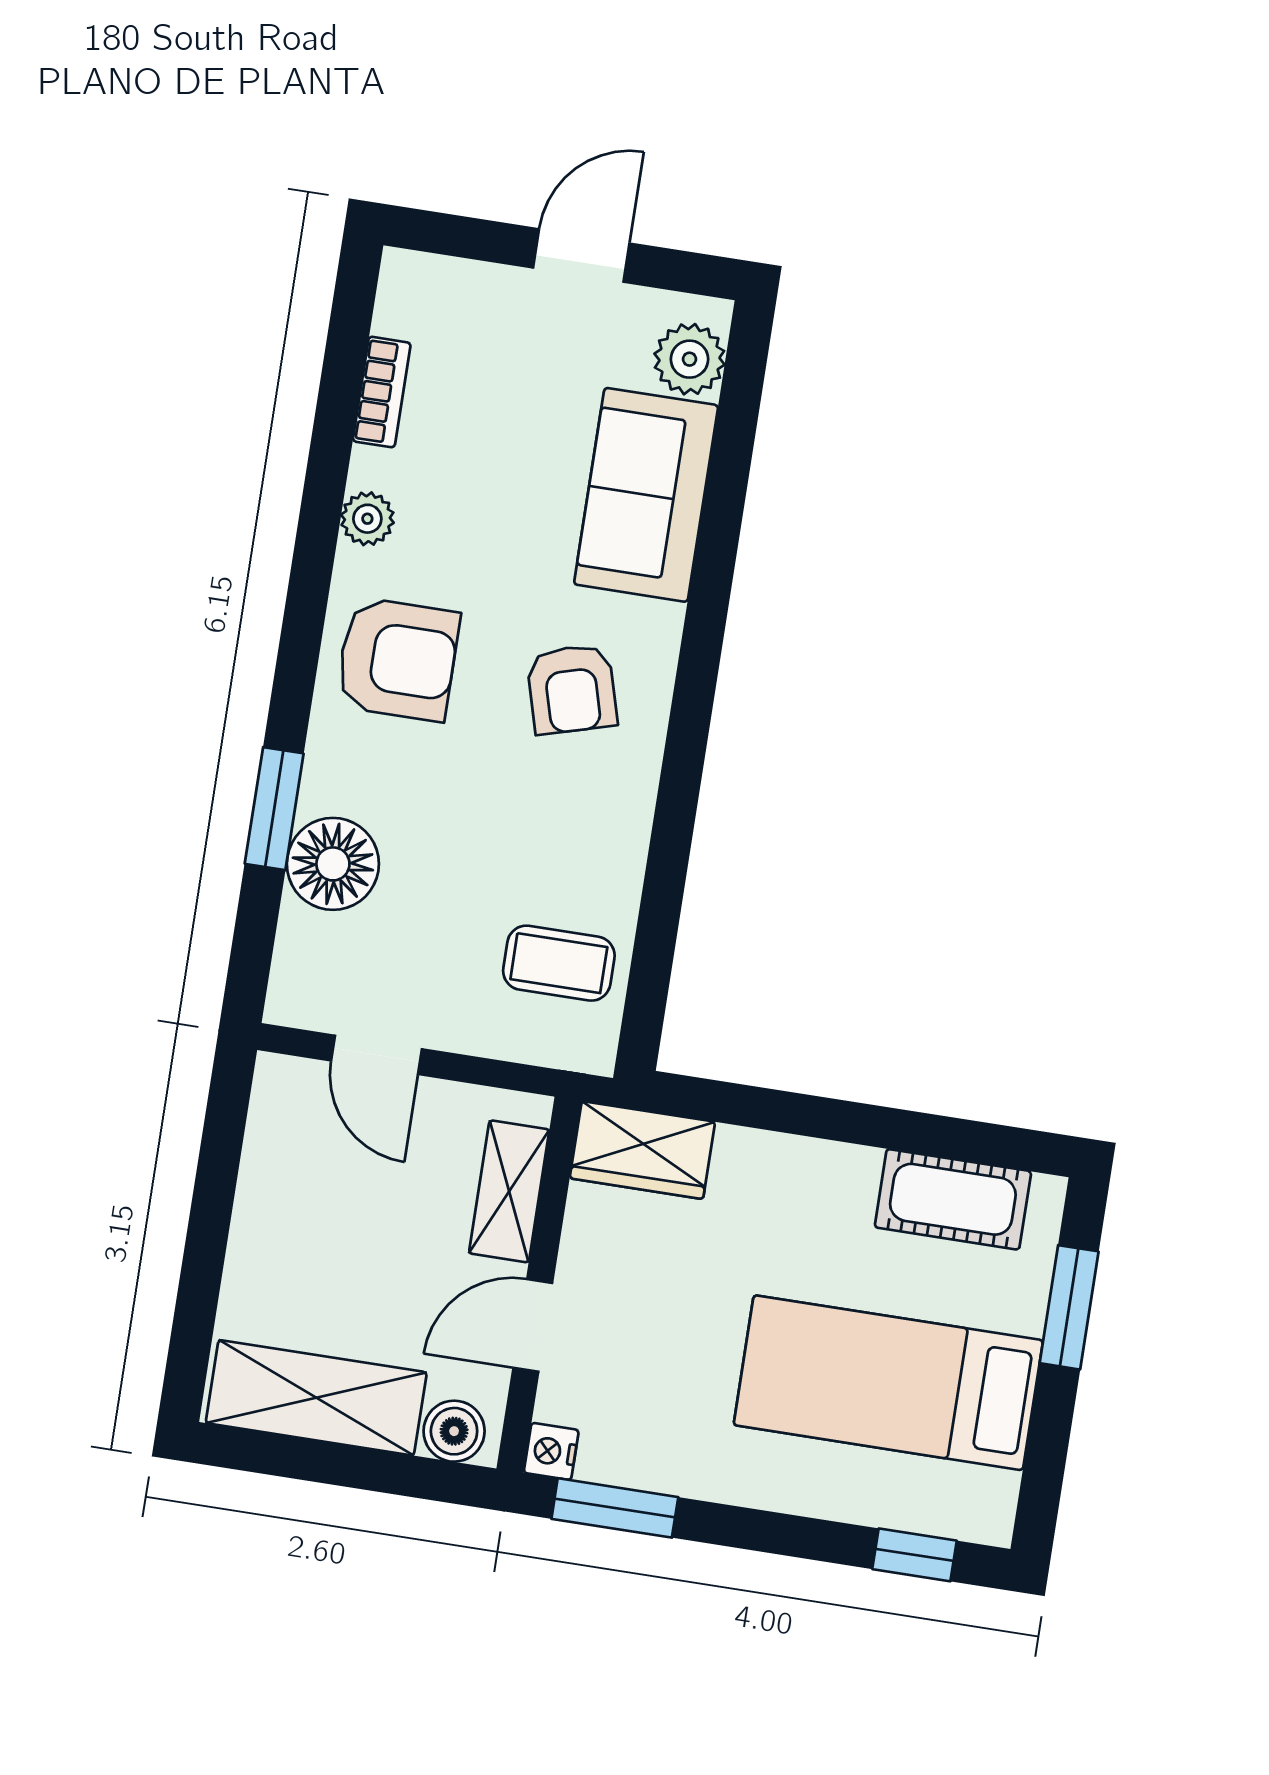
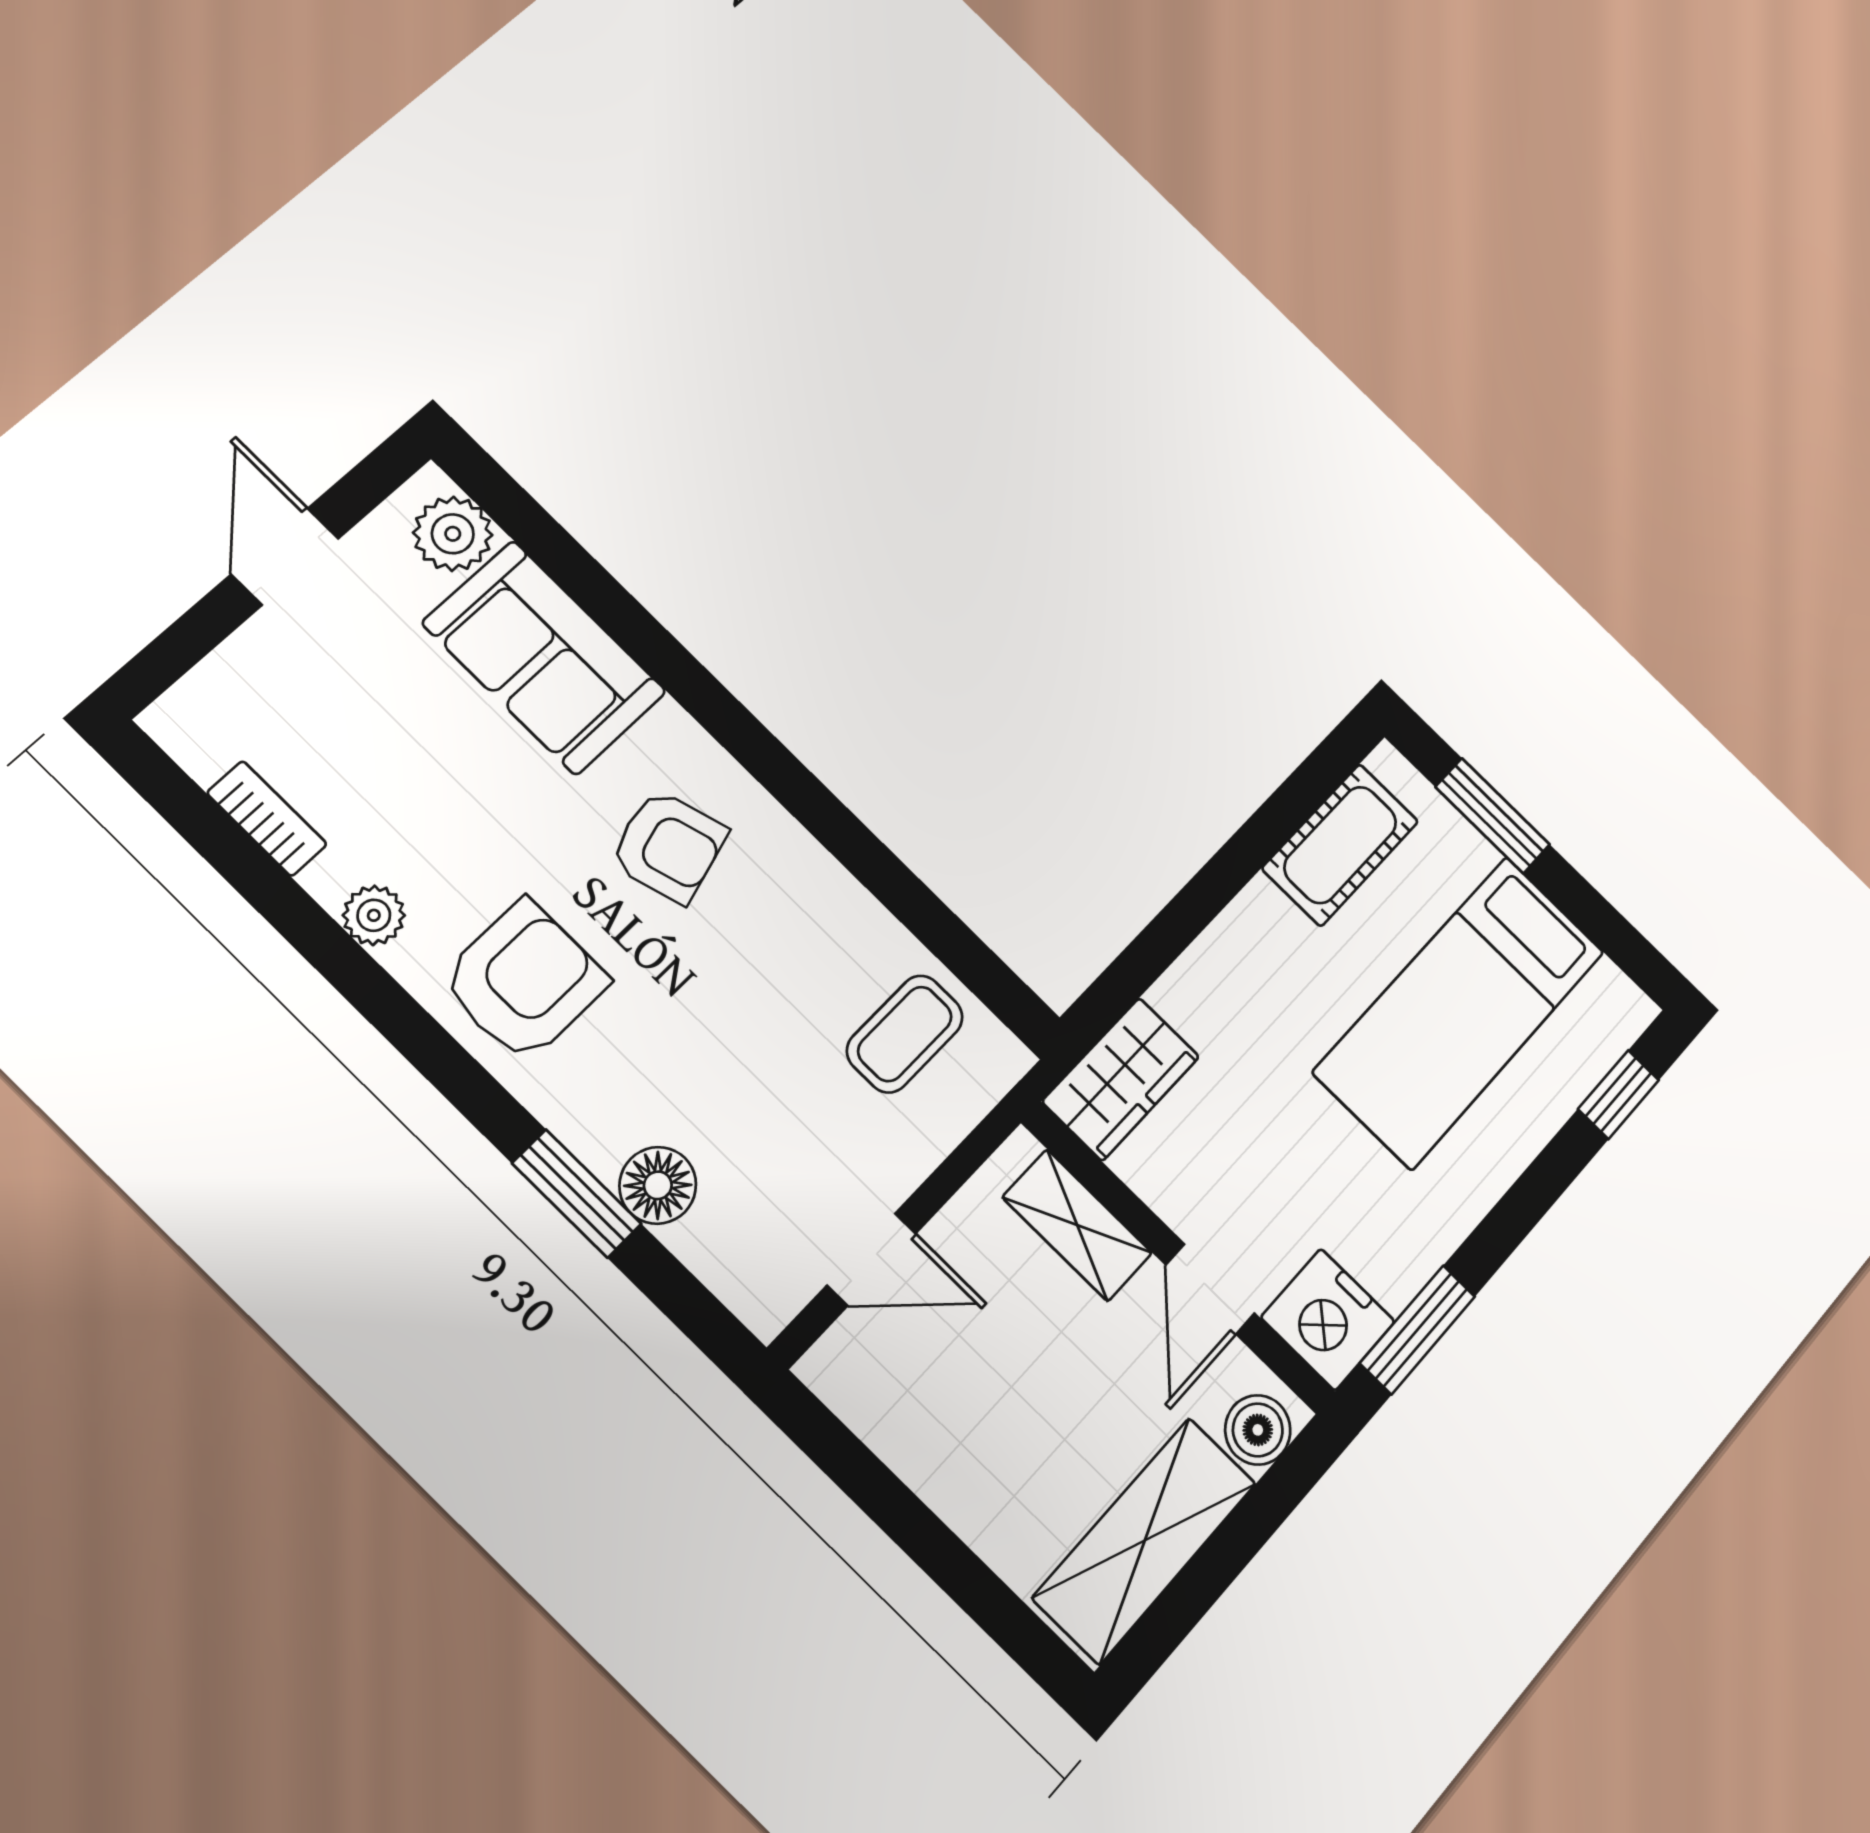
floor lamp: (333, 864) -> (658, 1185), width x0.73, depth x0.73
nightstand: (551, 1451) -> (1328, 1319), width x1.89, depth x1.79

